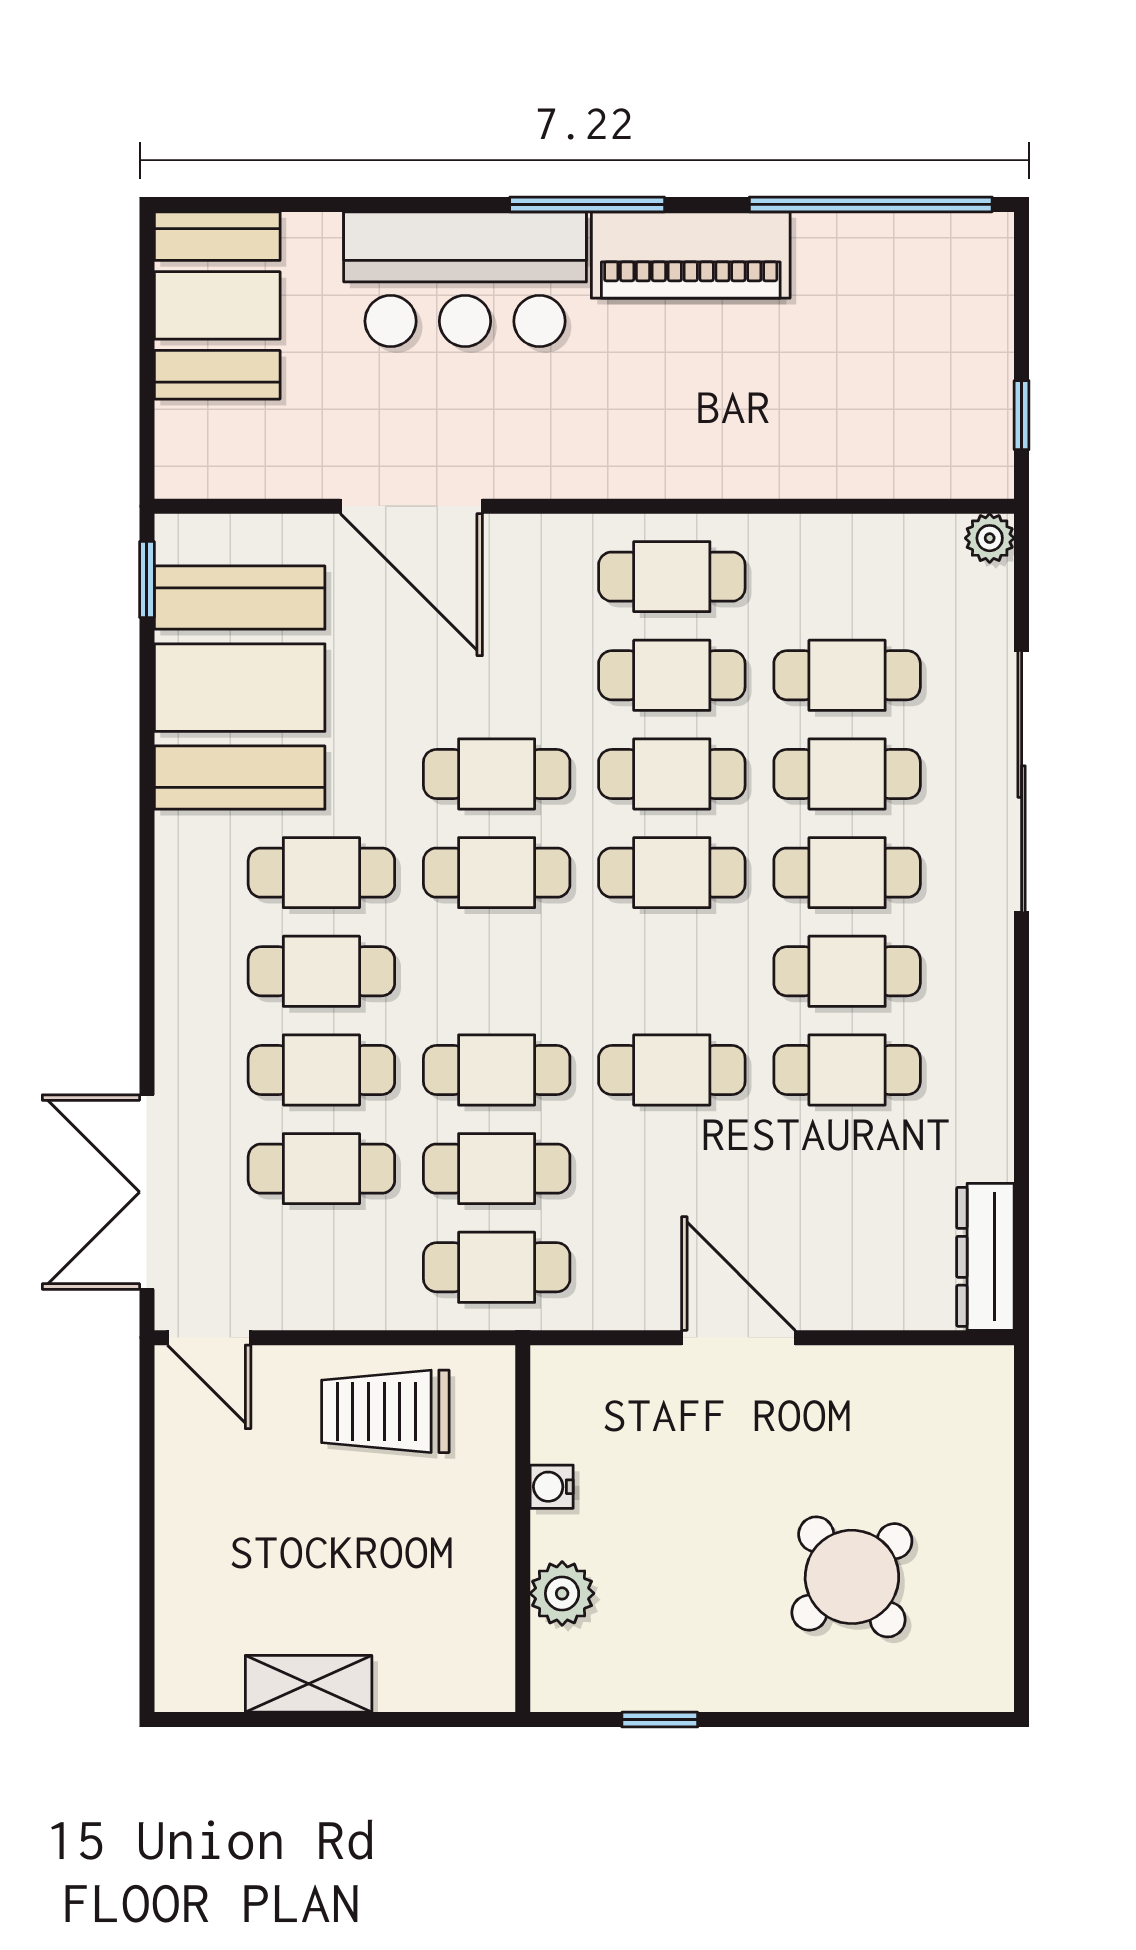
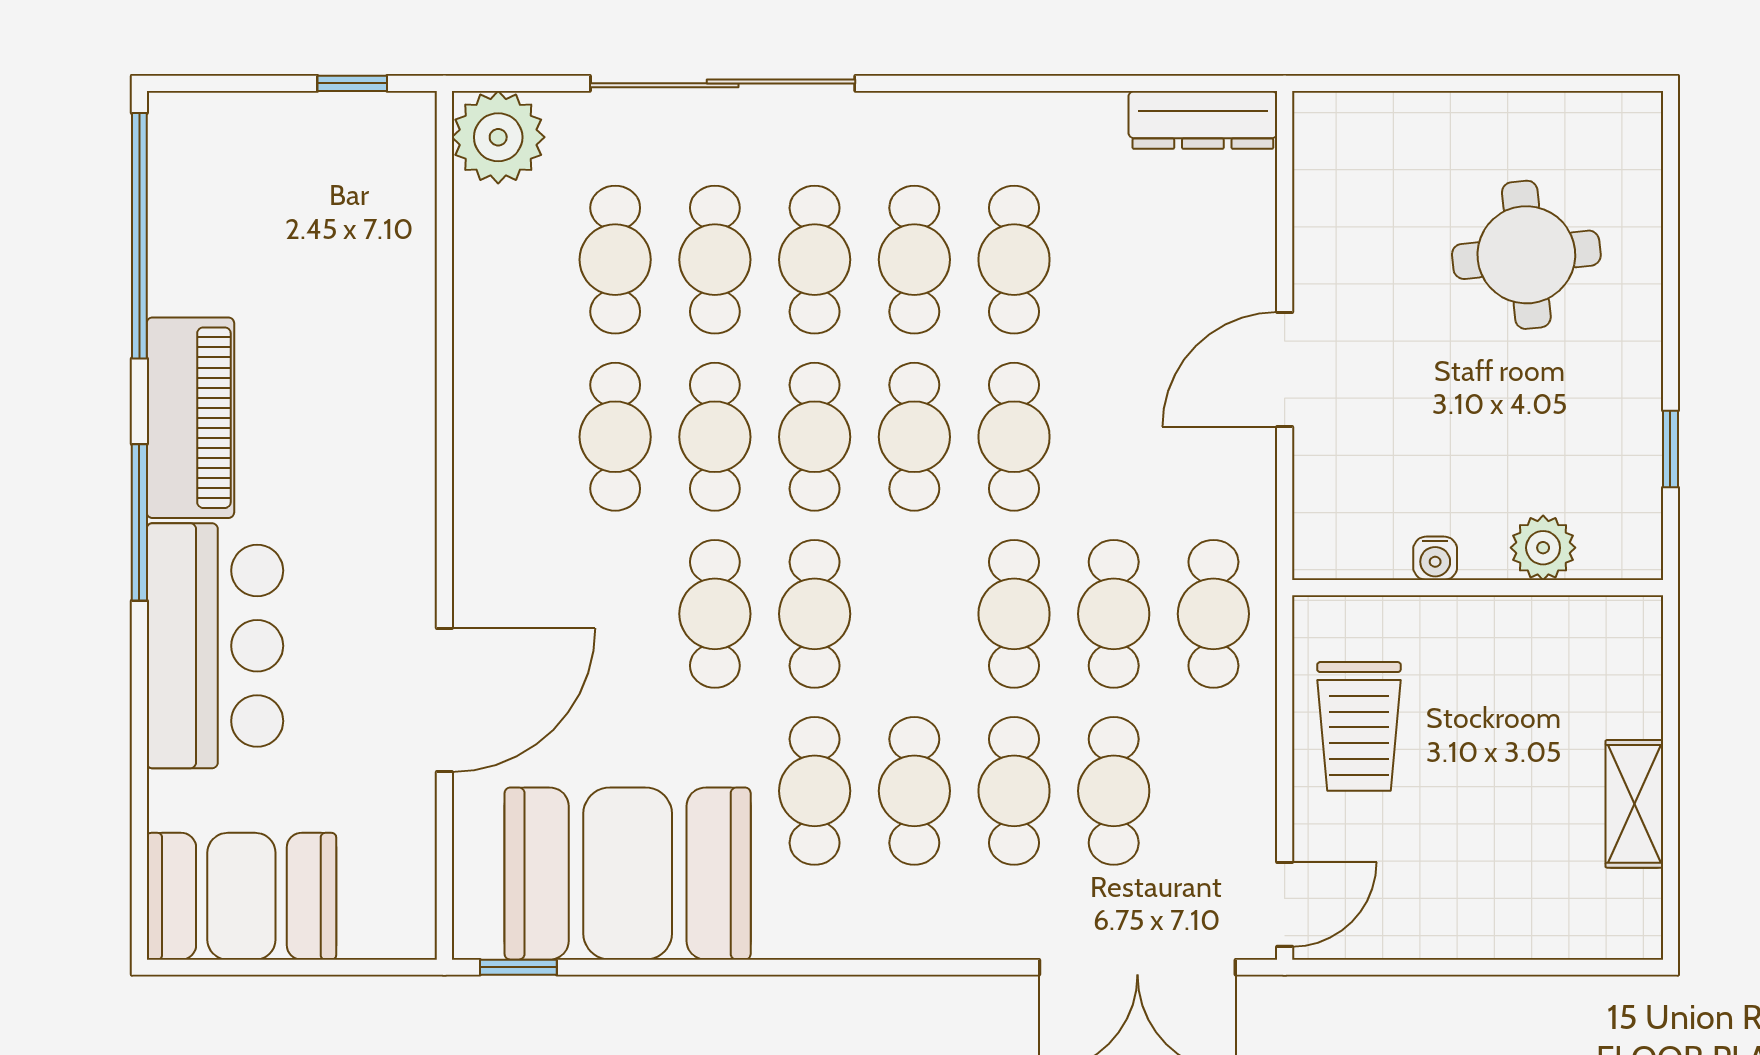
plant: (990, 538) -> (498, 137), width x1.88, depth x1.88
cafe table: (672, 577) -> (914, 437), moved
round table: (852, 1577) -> (1526, 255), turned 34

